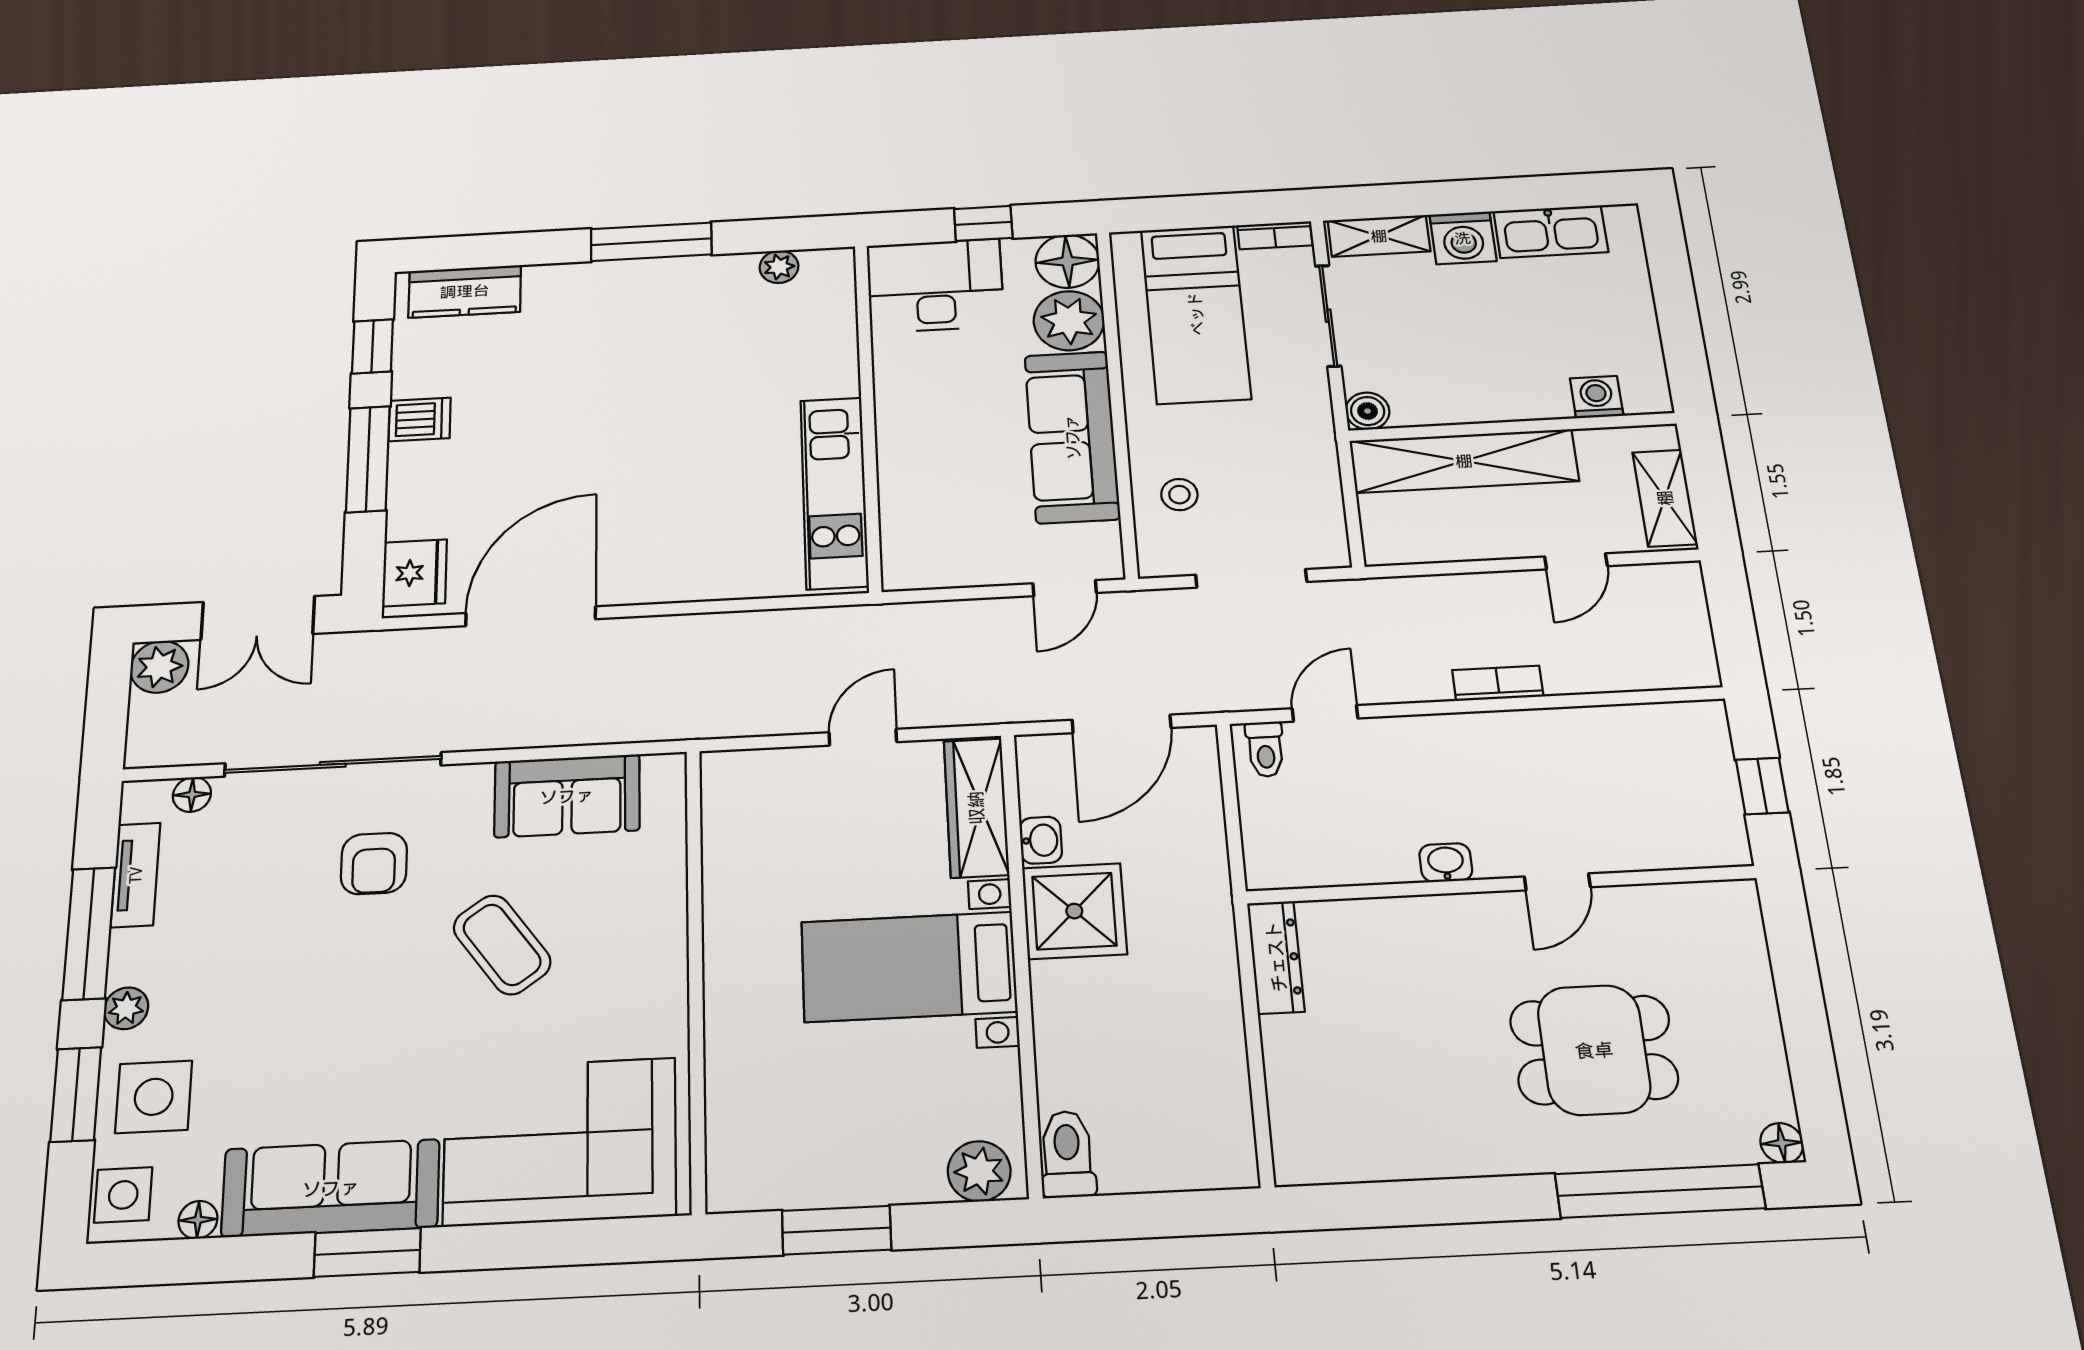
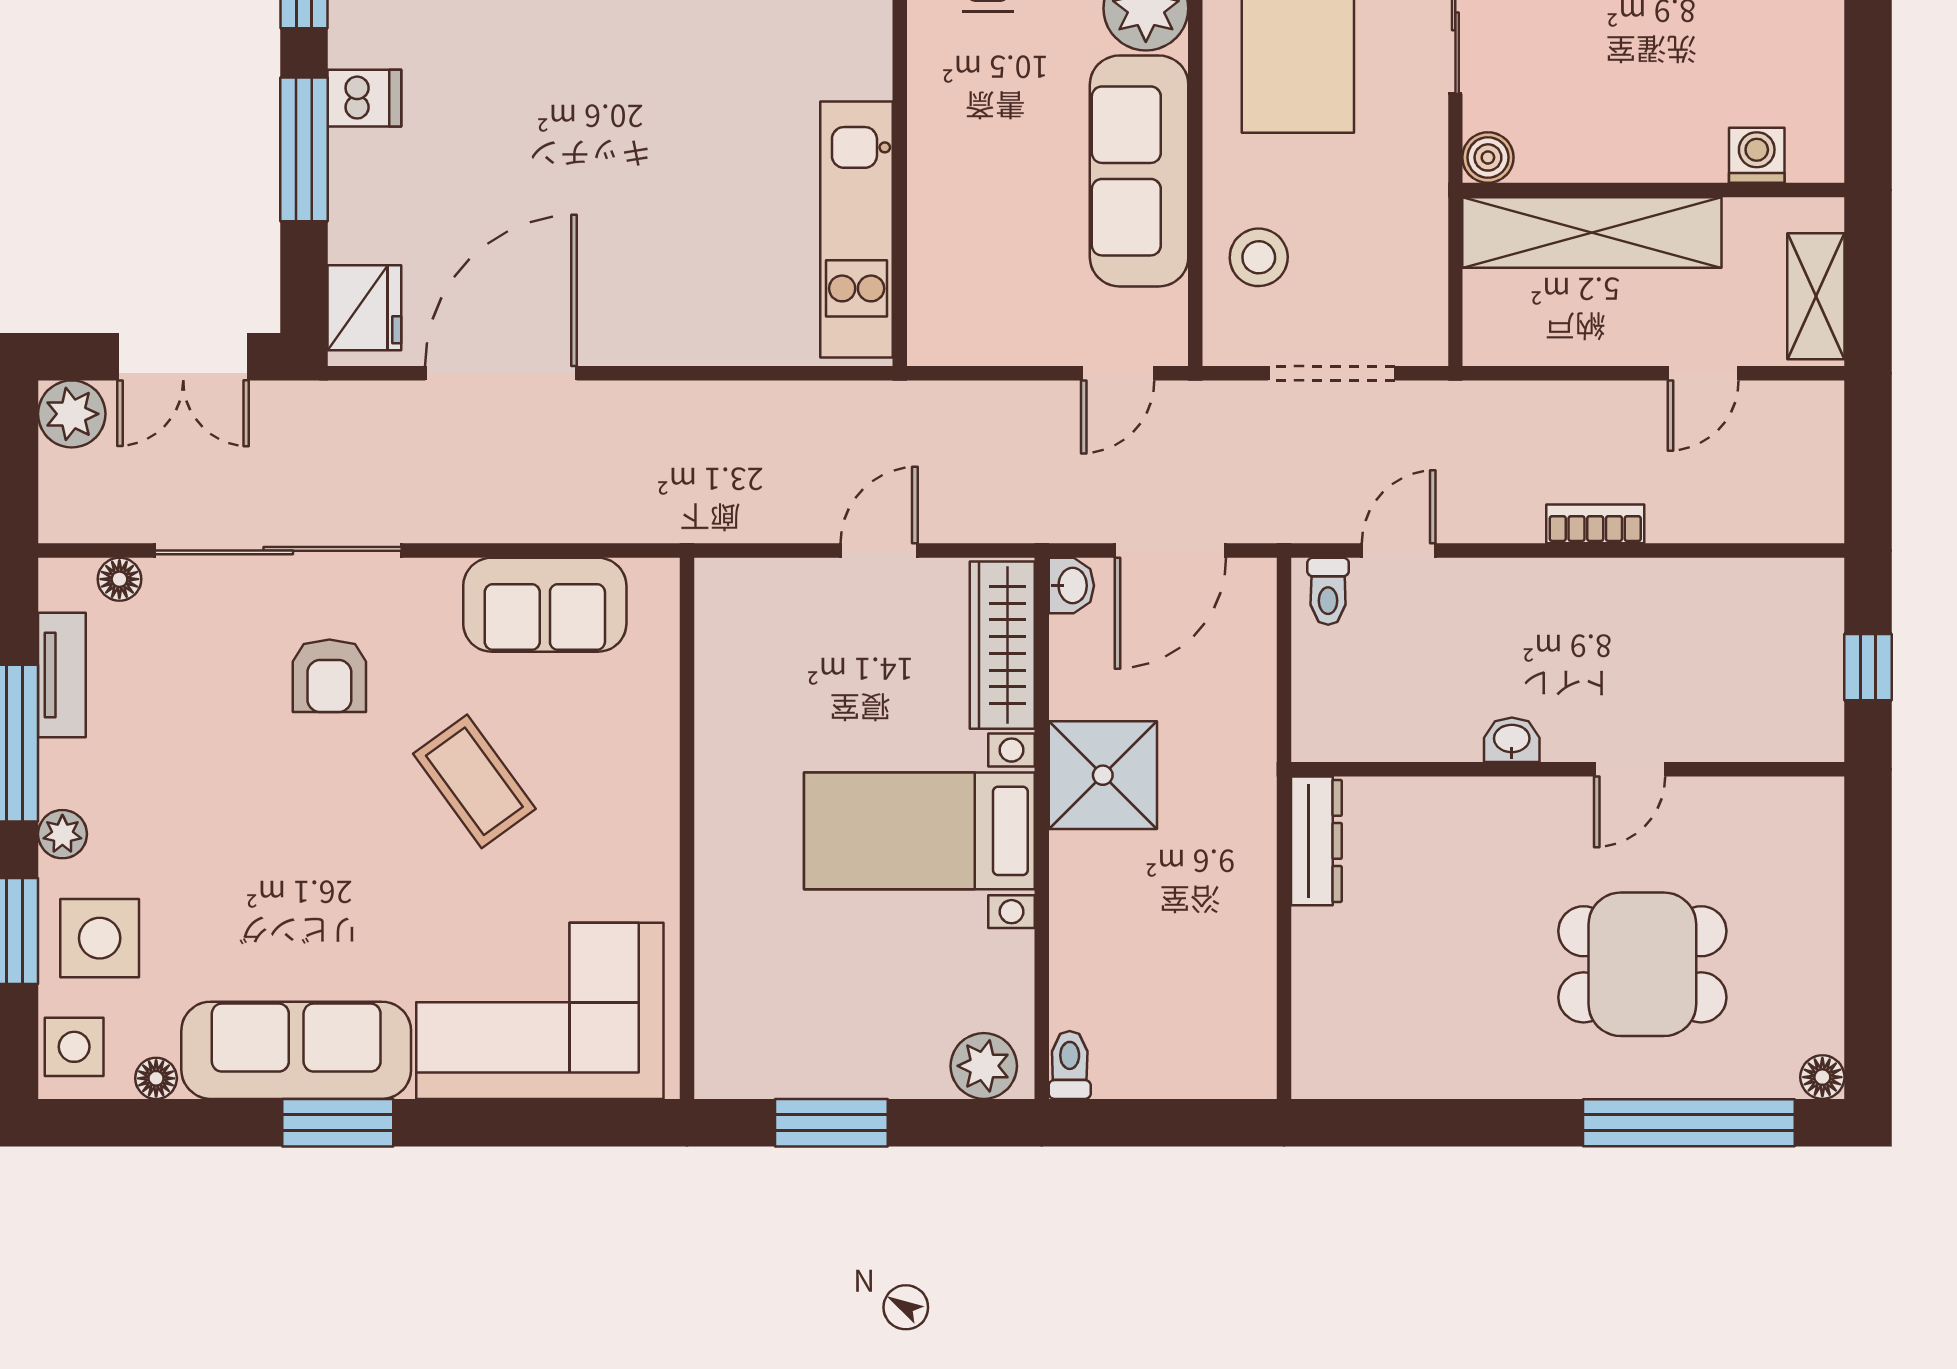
stool: (1179, 495) -> (1259, 257), width x1.37, depth x1.37
washbasin: (1041, 840) -> (1071, 586), moved
toilet: (1067, 1154) -> (1070, 1065), width x0.73, depth x0.72

